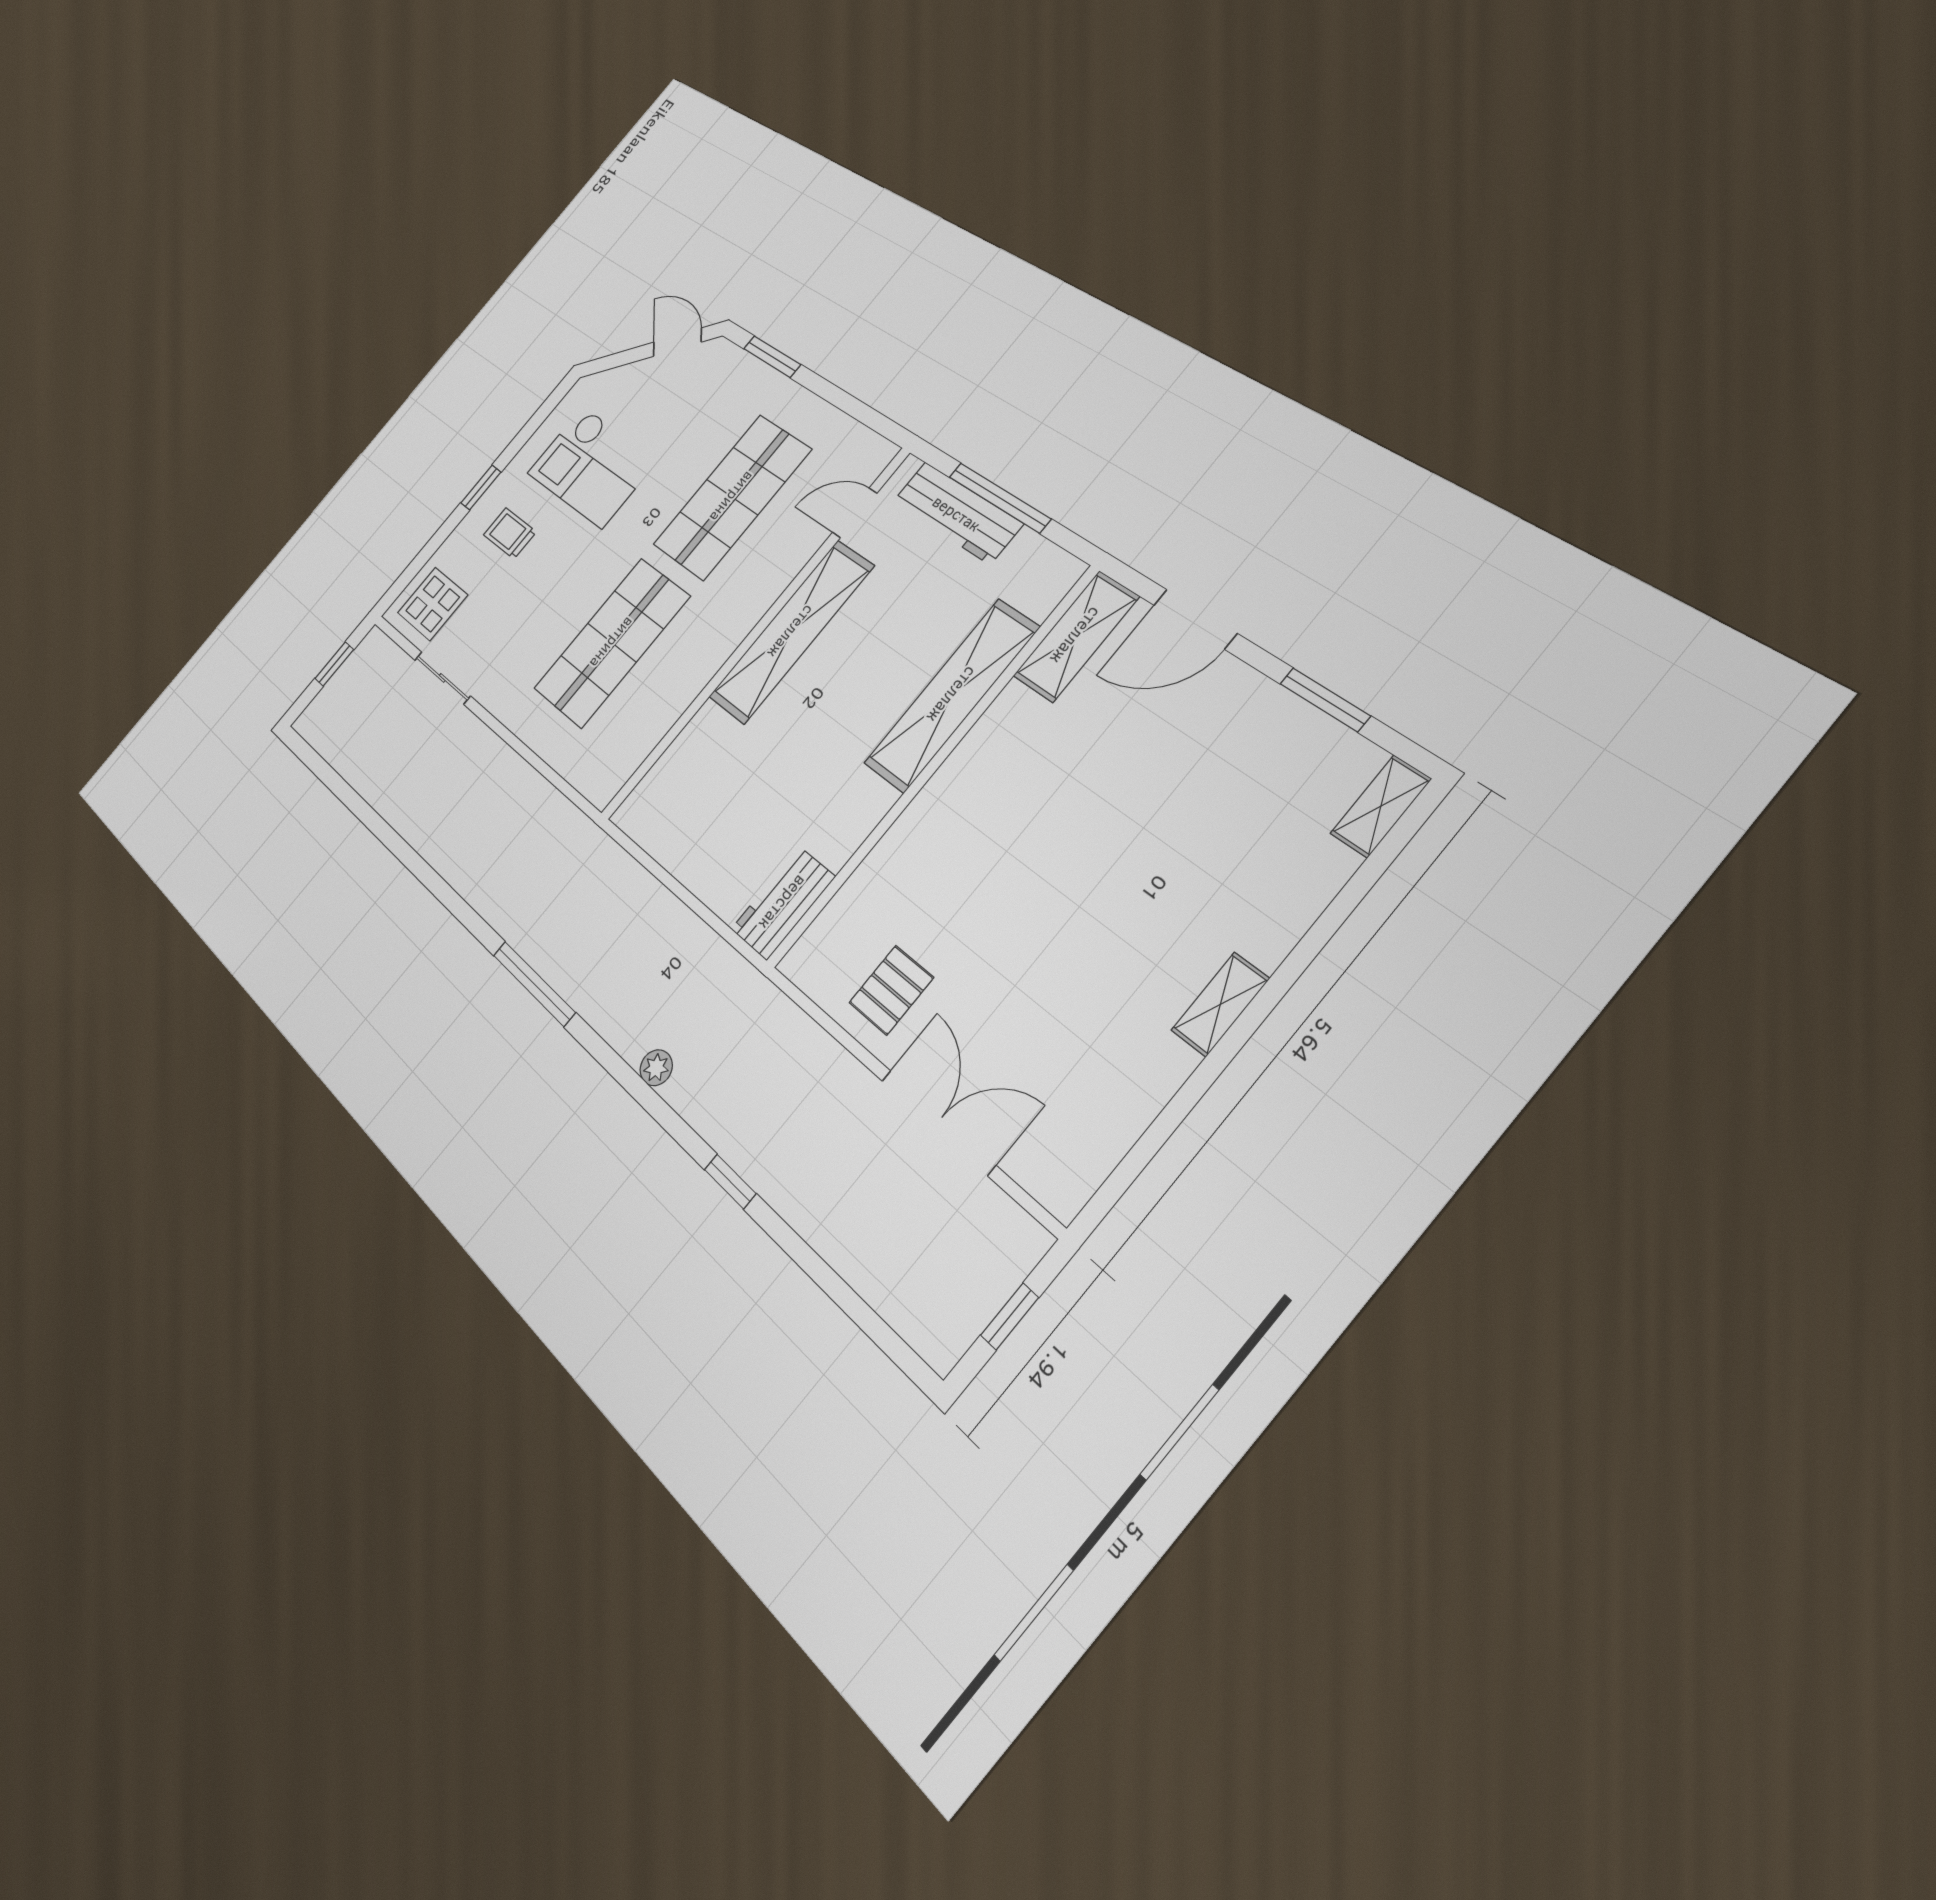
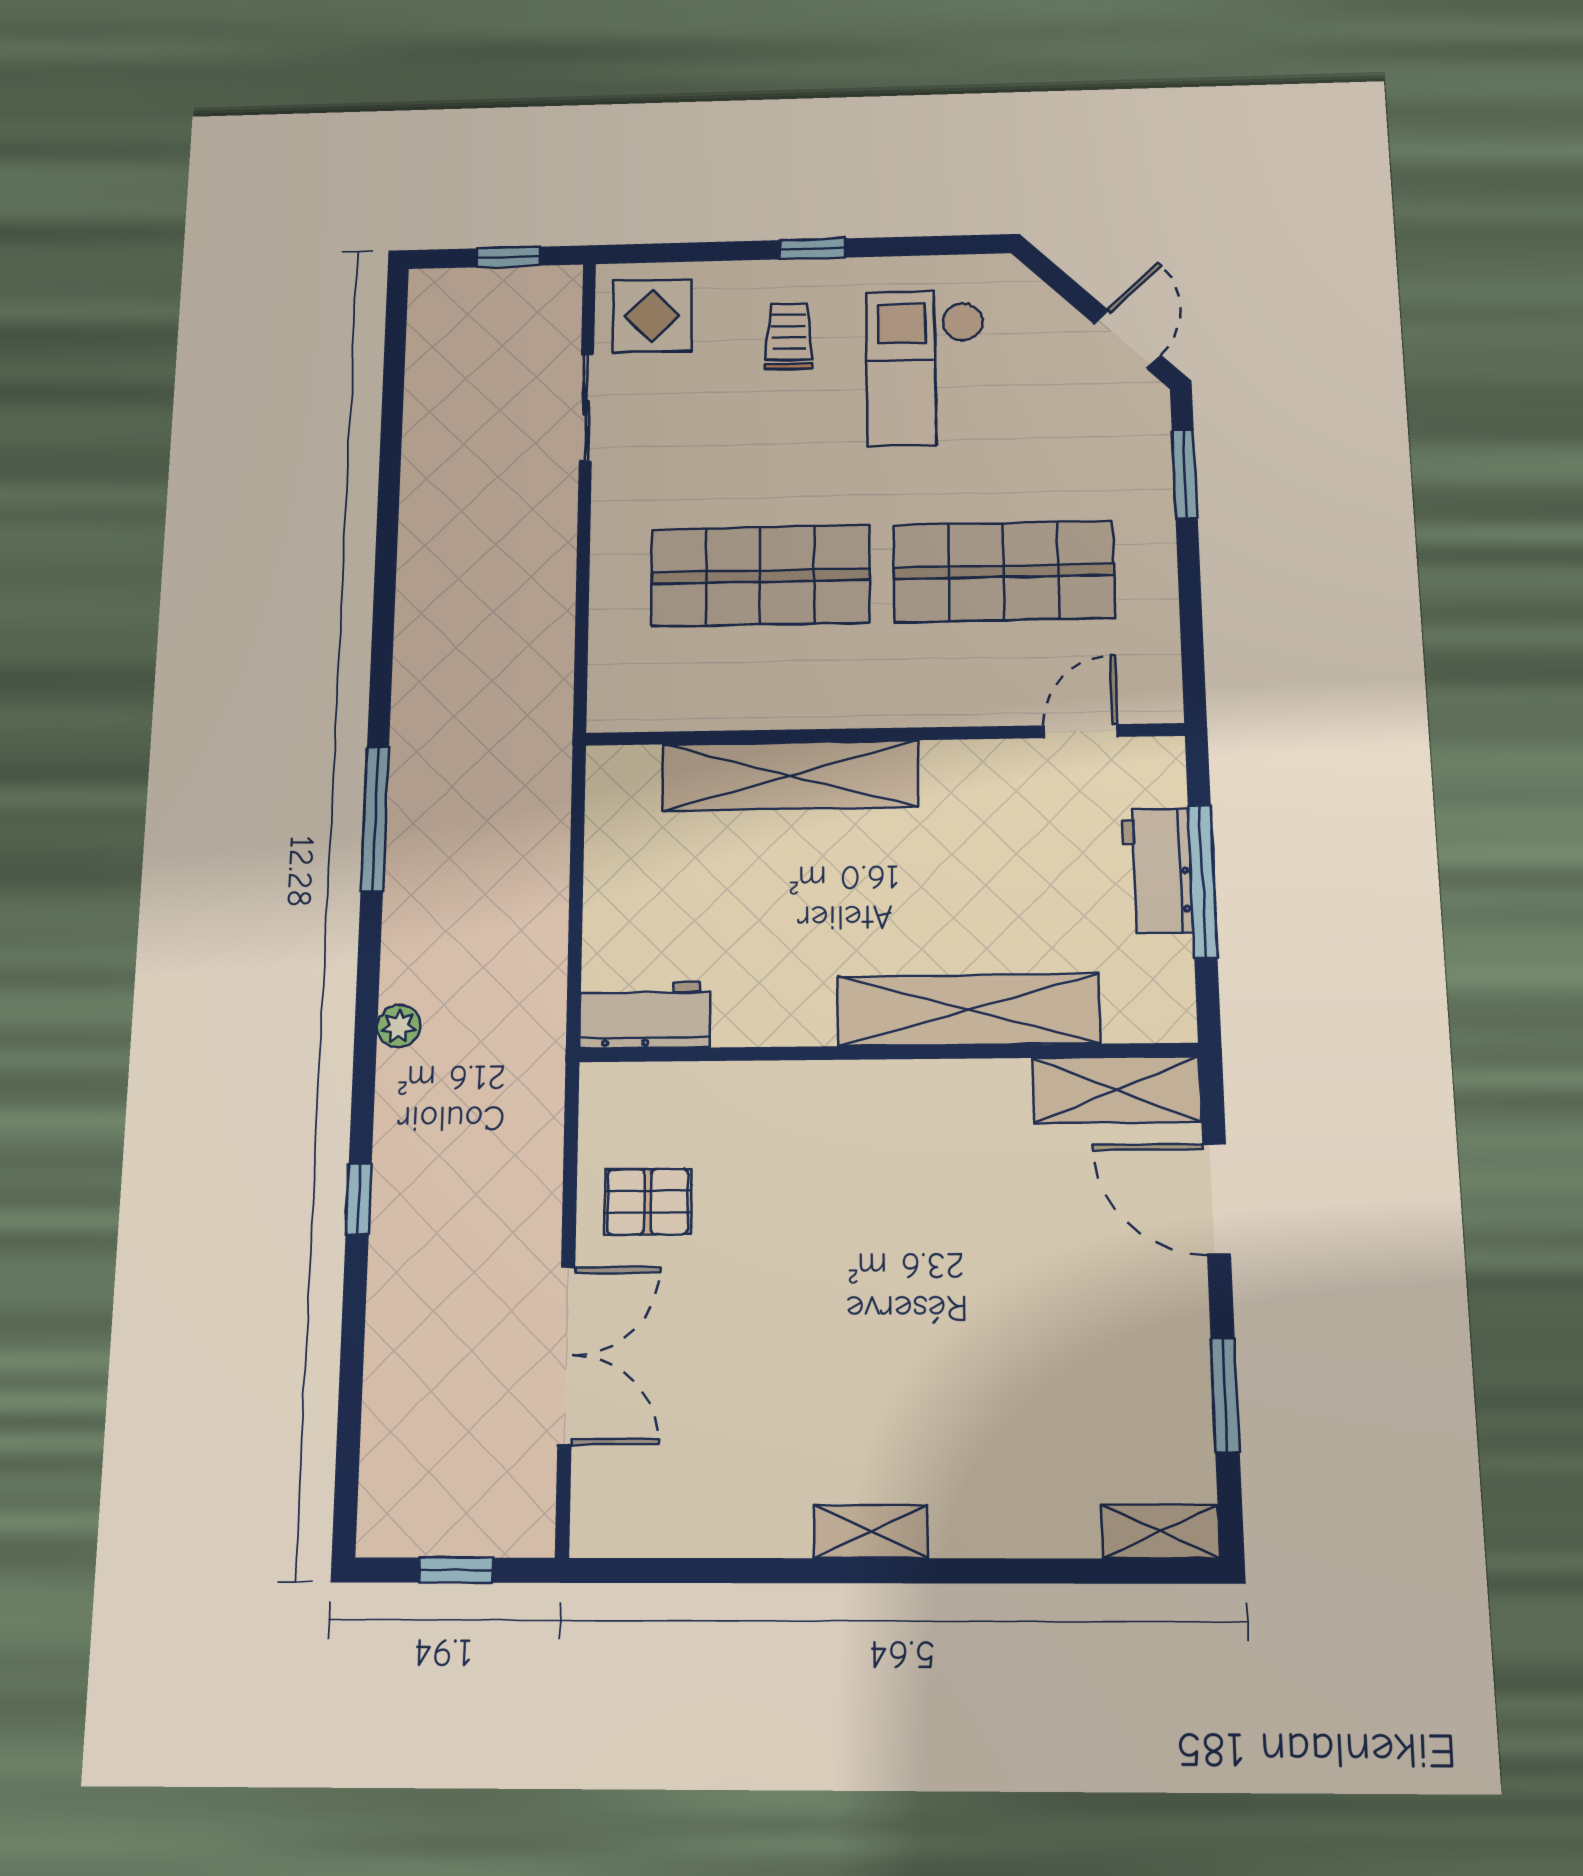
door: (855, 513) -> (1081, 731), hinge flipped
workbench: (957, 513) -> (1157, 871), width x0.73
shelving: (791, 632) -> (790, 776), moved

